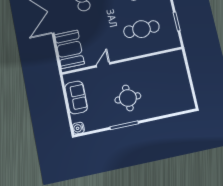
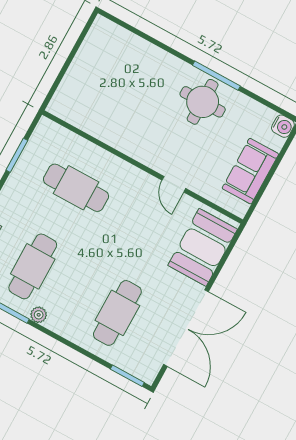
door: (103, 65) -> (174, 184), hinge flipped
round table: (128, 98) -> (203, 102), moved

